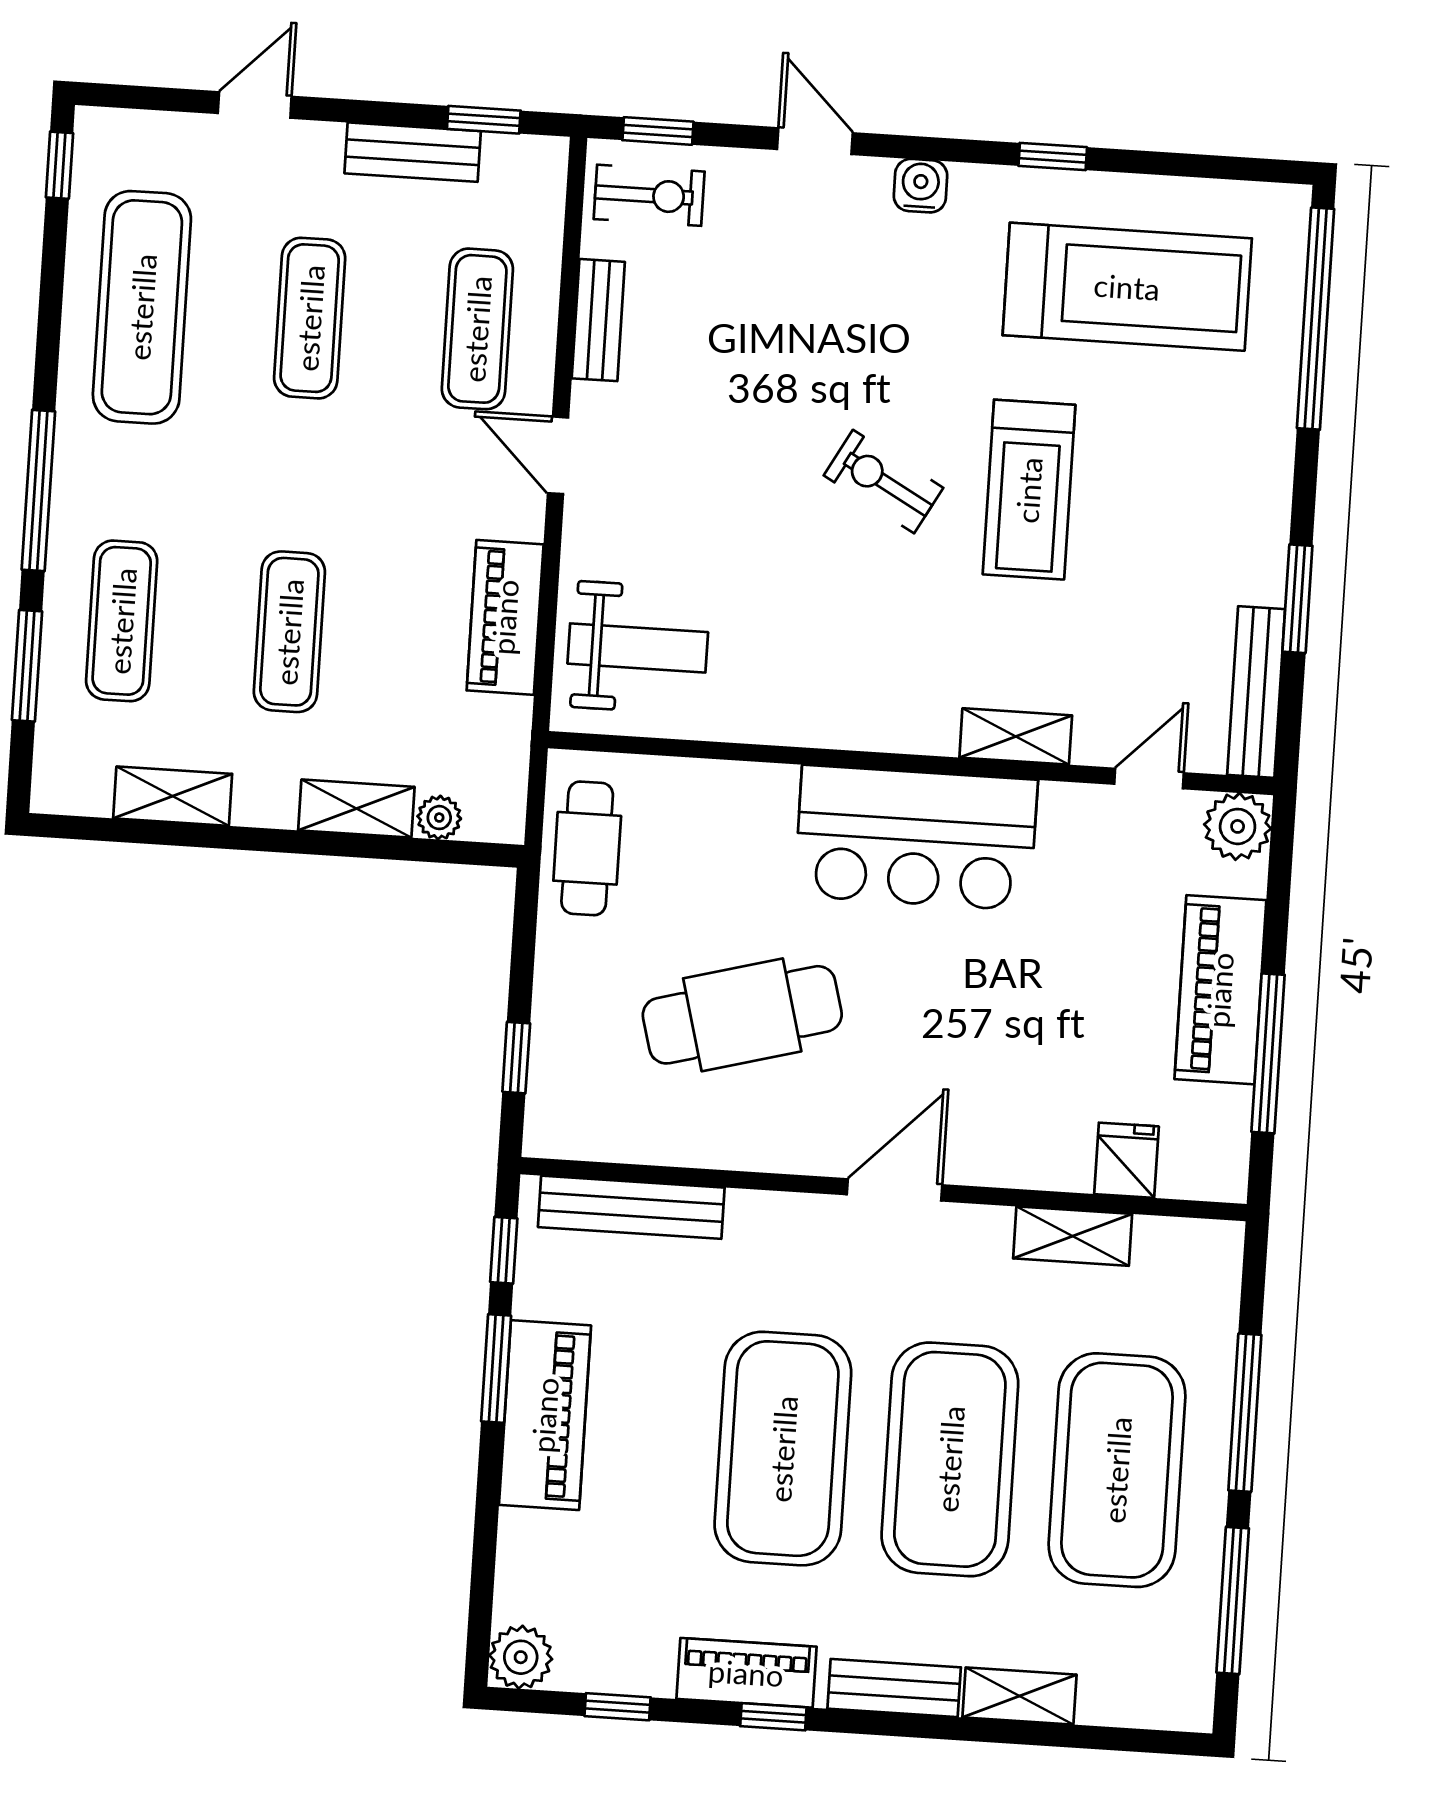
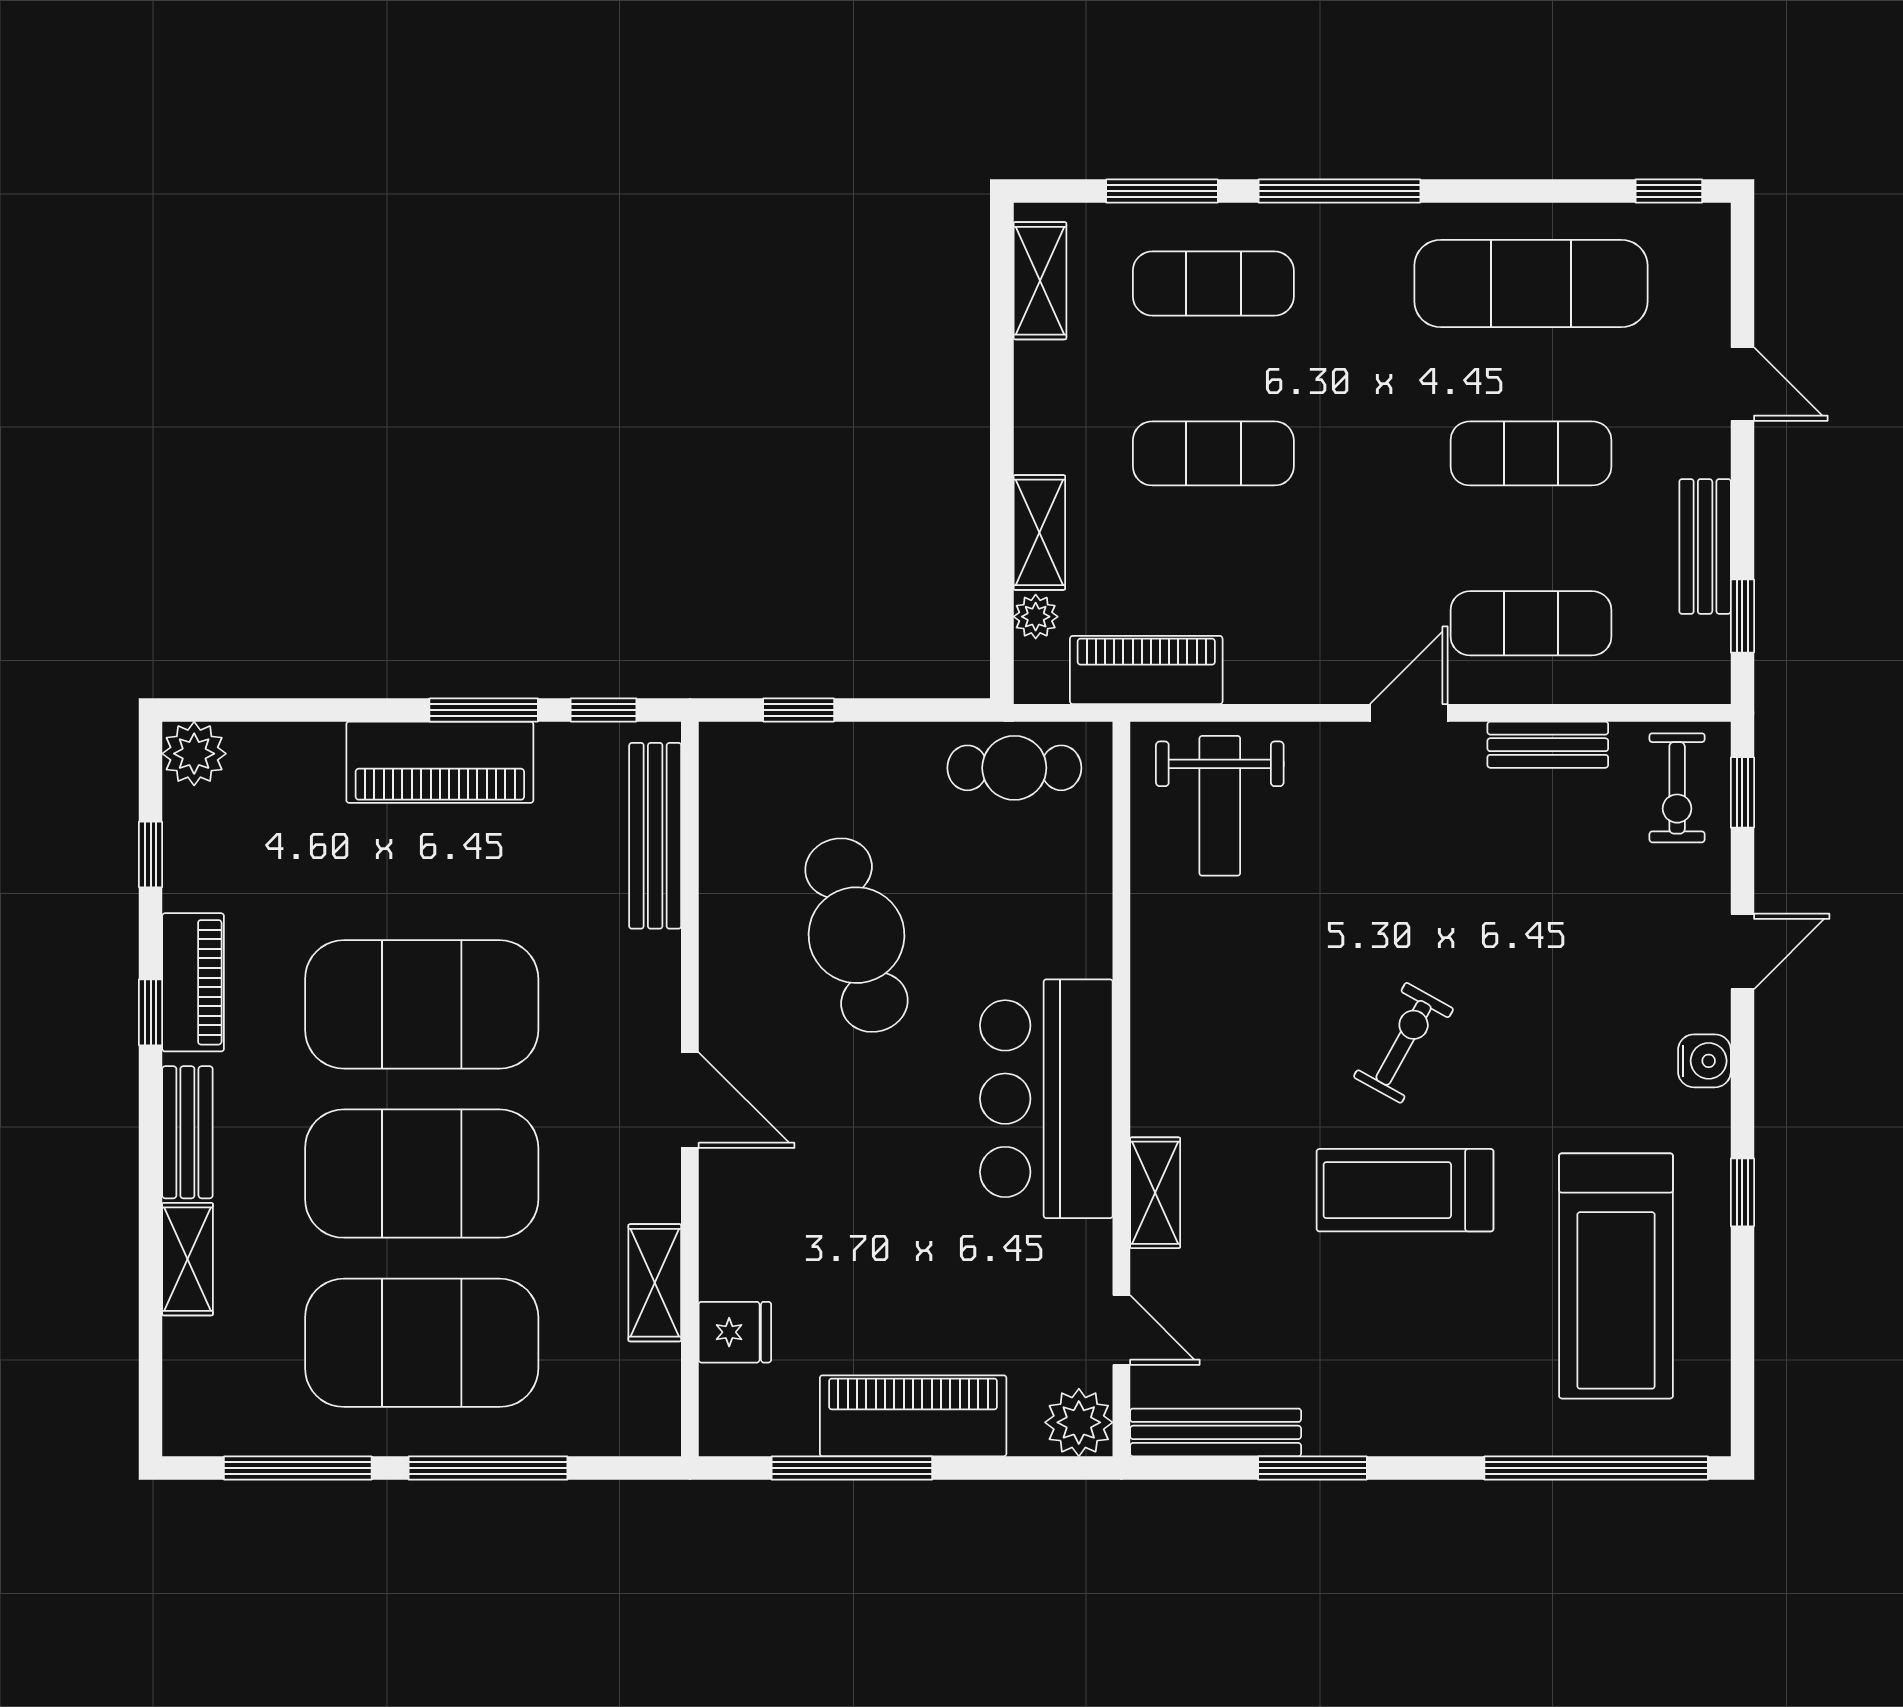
piano: (505, 617) -> (1146, 670), moved
shelving: (173, 796) -> (1040, 281), moved

